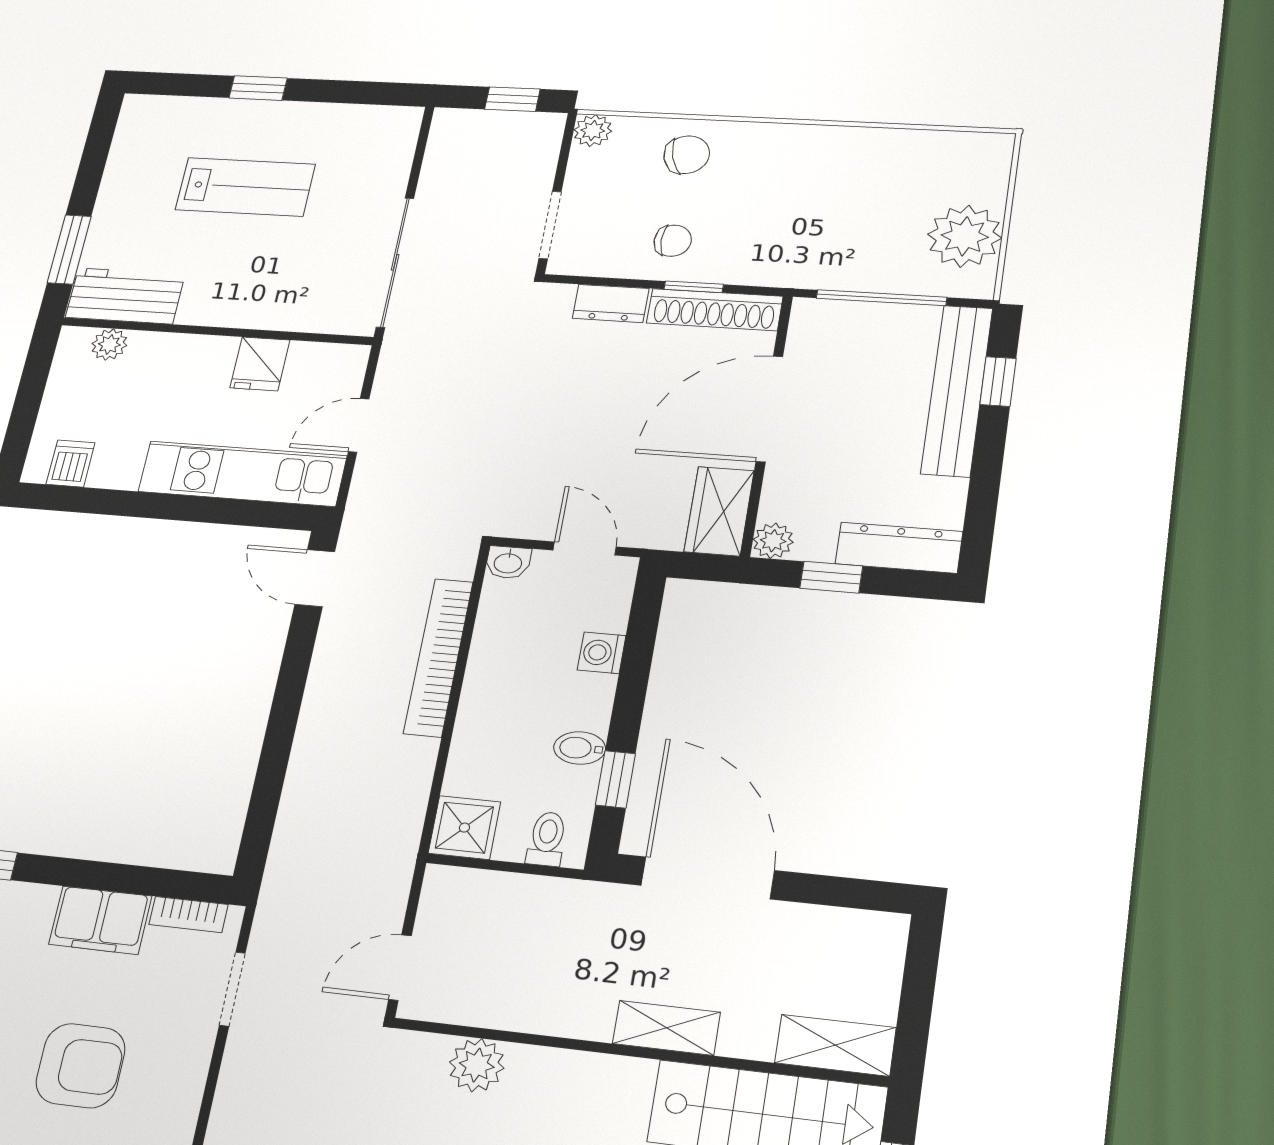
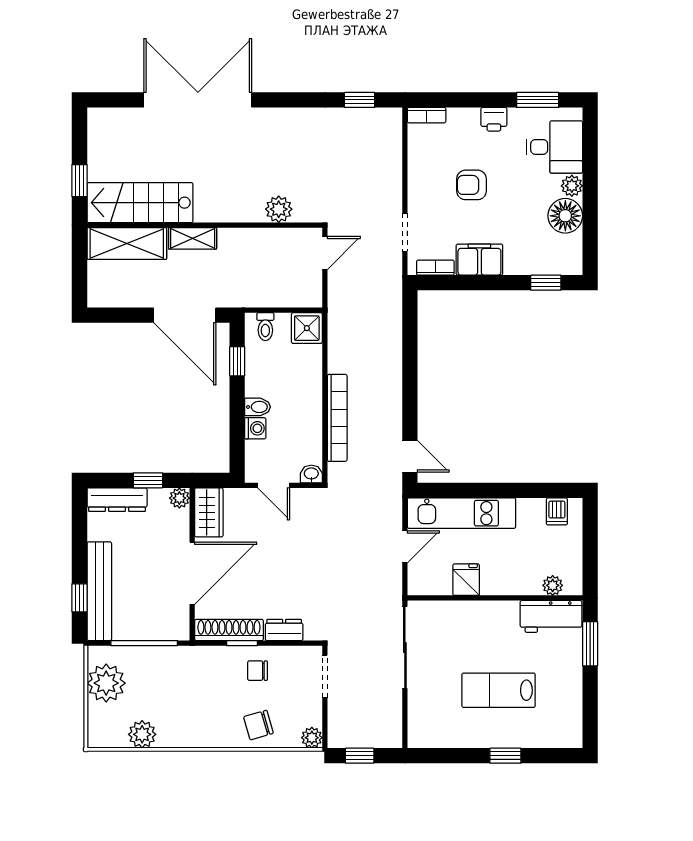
plant: (907, 150) -> (142, 734), added
bidet: (580, 748) -> (258, 407), moved
shelving: (835, 1045) -> (127, 244), width x1.50, depth x1.33
armchair: (81, 1066) -> (471, 185), width x0.72, depth x0.72

